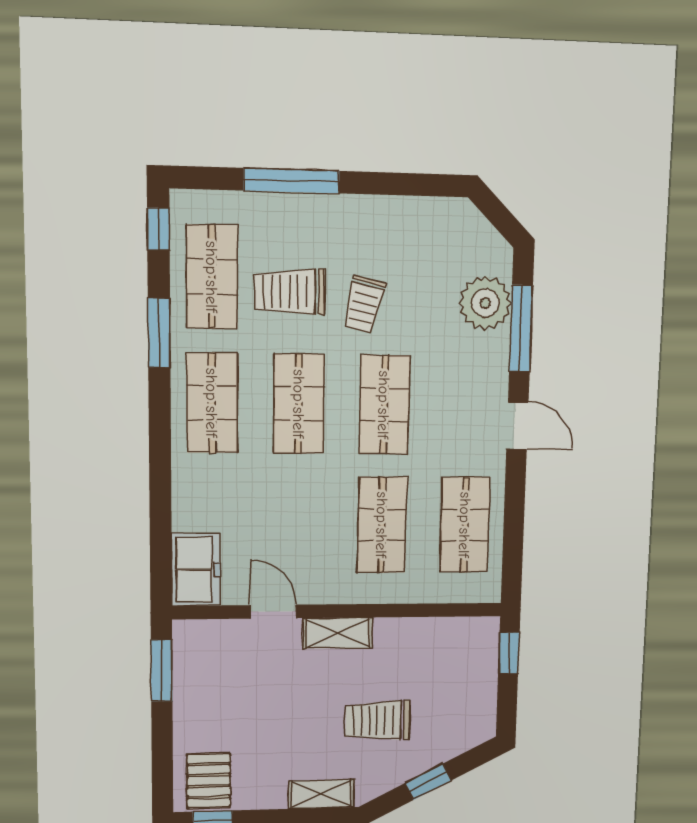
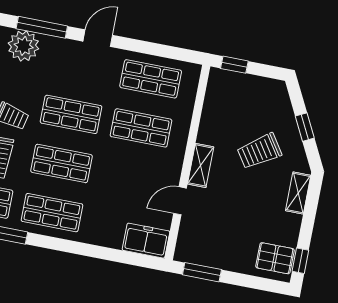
trolley: (378, 720) -> (259, 151), turned 56

